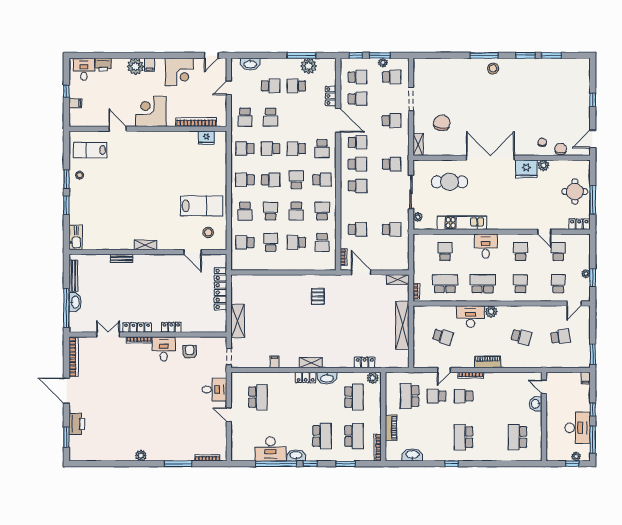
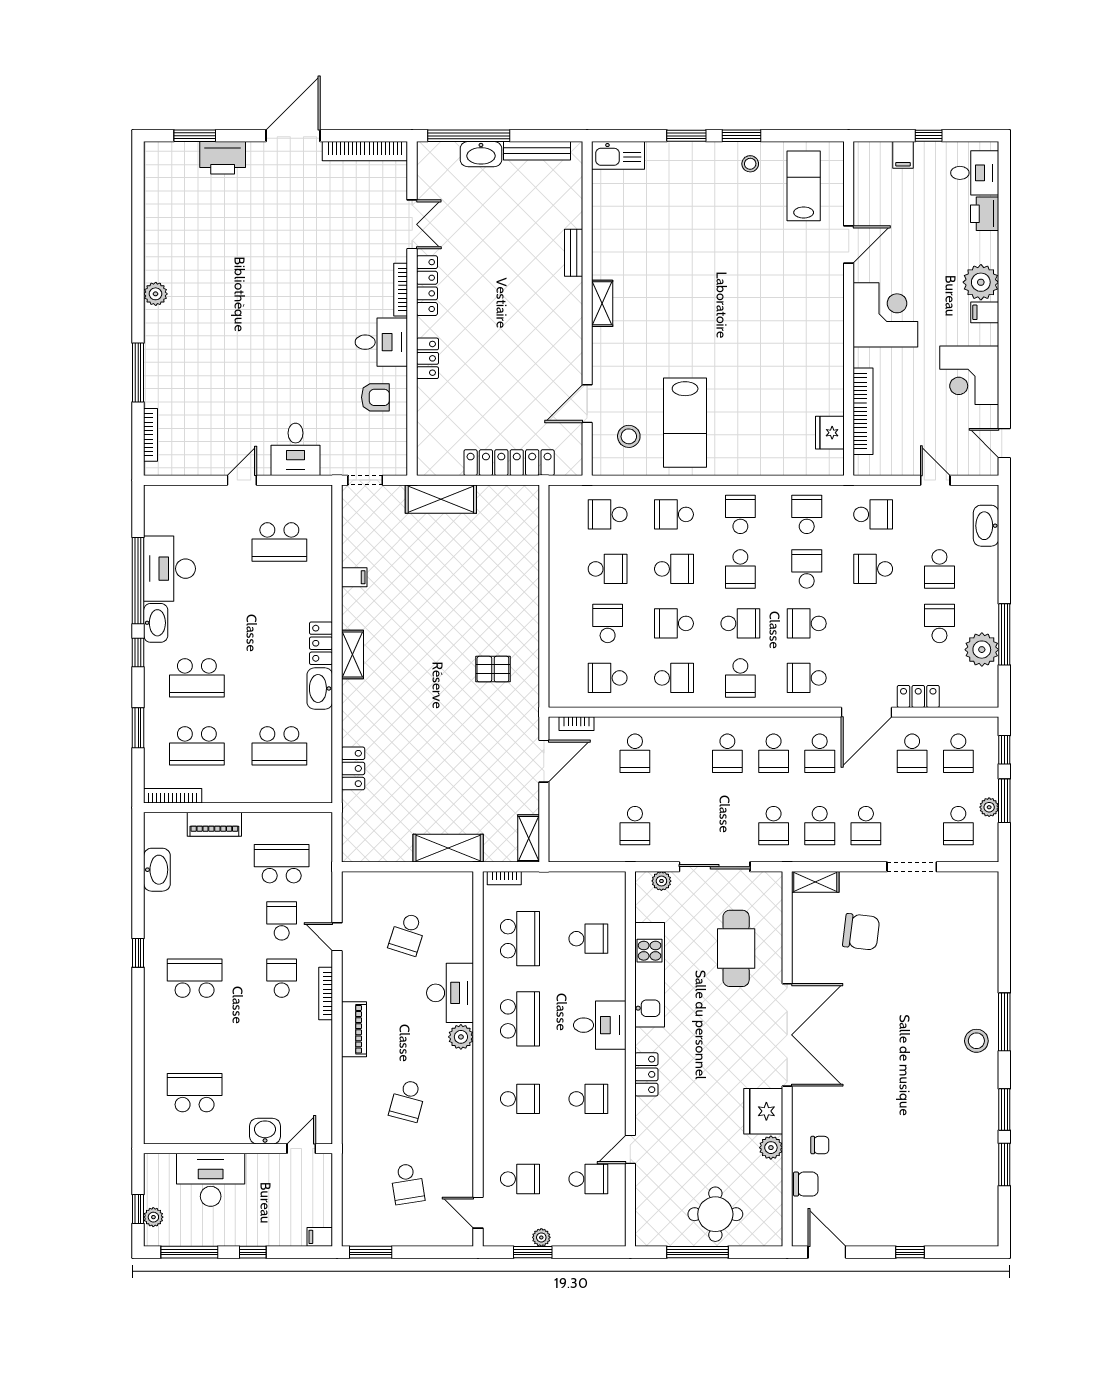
school desk: (245, 117) -> (873, 514), turned 180
school desk: (392, 142) -> (820, 826), added
school desk: (296, 149) -> (807, 623), turned -90
locker: (579, 224) -> (646, 1074), moved
school desk: (245, 242) -> (608, 514), turned -90
shelving: (402, 325) -> (448, 848), width x0.68
plant: (373, 378) -> (320, 785), removed
desk: (577, 428) -> (211, 1180), moved, turned 180

